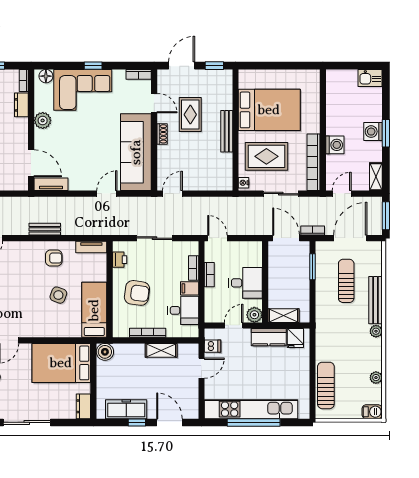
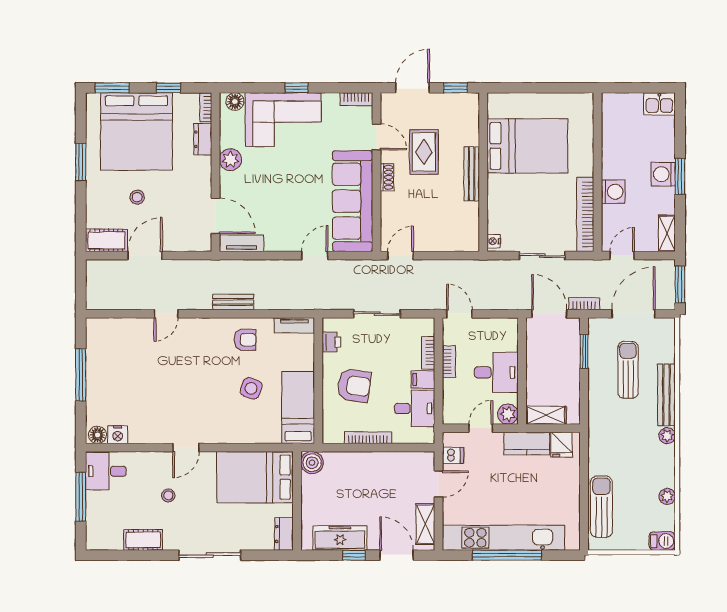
rug: (266, 156) -> (524, 207), removed
shelving: (161, 350) -> (425, 524), moved, turned 90

